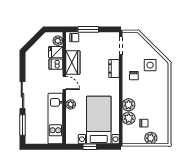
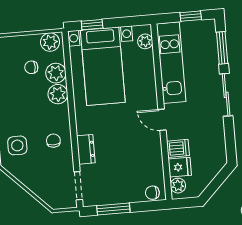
window: (88, 29) -> (113, 209), moved
wardrobe: (73, 62) -> (151, 153), removed
side table: (150, 65) -> (17, 145), moved
plant: (71, 104) -> (145, 41), moved
plant: (151, 138) -> (50, 42), moved
window: (41, 147) -> (191, 16), added
window: (90, 147) -> (92, 25), moved

